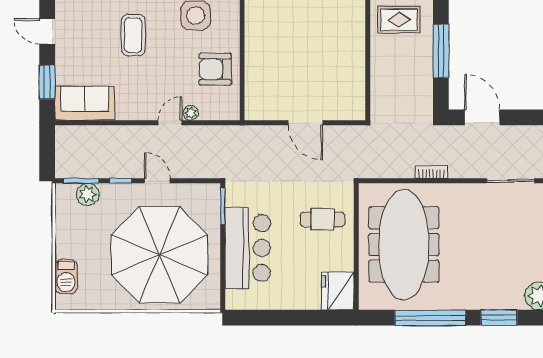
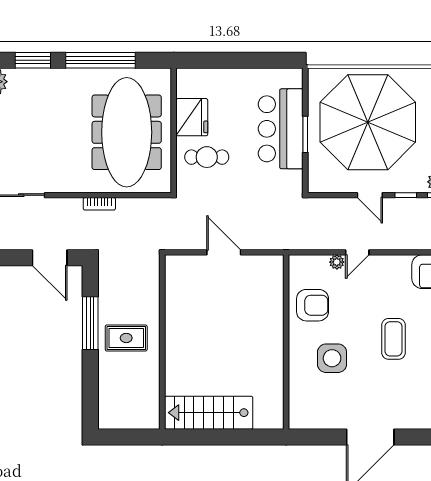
rug: (399, 20) -> (126, 338), moved
window: (223, 206) -> (305, 134), moved
fridge: (338, 291) -> (192, 117), moved

